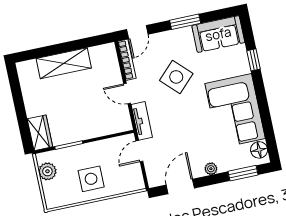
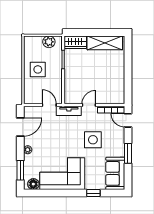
shelving: (64, 63) -> (105, 43), moved, turned 90
side table: (176, 77) -> (93, 140), turned 45
door: (180, 186) -> (20, 127), hinge flipped

